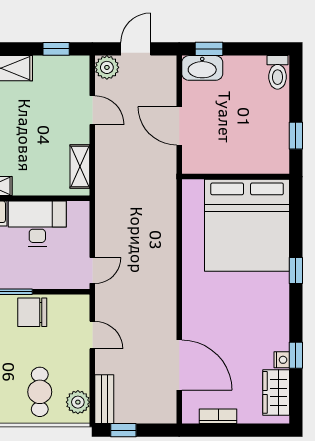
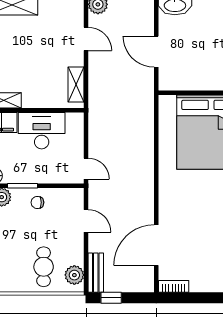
door: (92, 270) -> (86, 169), hinge flipped
chair: (32, 312) -> (37, 202), width x0.54, depth x0.54
door: (179, 365) -> (156, 245), swing flipped
bookcase: (218, 416) -> (174, 286), moved

